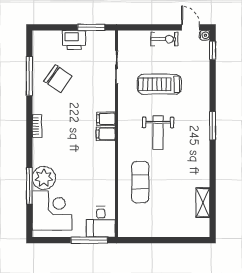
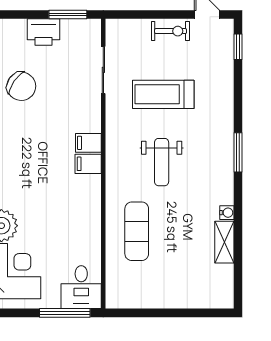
water cooler: (205, 35) -> (227, 213), moved
shelving: (203, 203) -> (224, 242), moved

